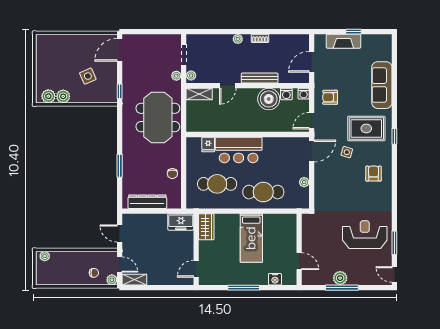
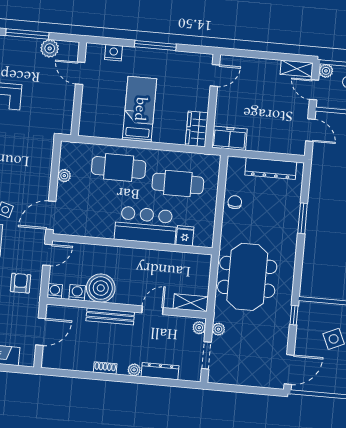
dresser: (218, 40) -> (160, 371), added
armchair: (330, 97) -> (21, 283), turned -90
plant: (340, 278) -> (50, 48), moved

